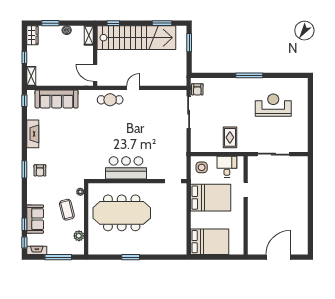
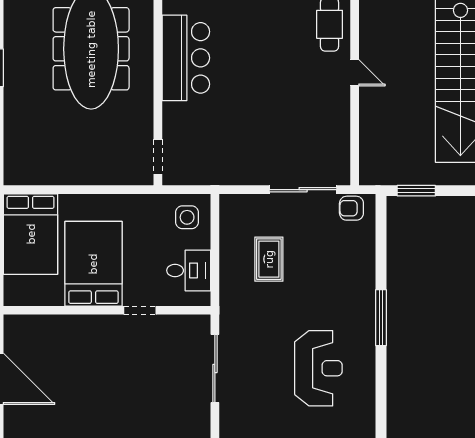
window: (189, 43) -> (416, 191), moved
rug: (230, 137) -> (269, 259), moved, turned 90
bed: (211, 198) -> (93, 264), moved, turned 180

